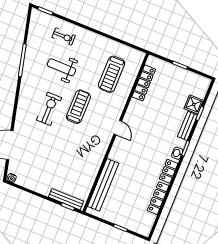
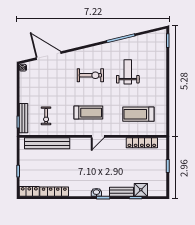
exercise bike: (64, 36) -> (46, 116), moved
treadmill: (78, 107) -> (88, 113), moved
locker: (169, 171) -> (29, 191), moved

